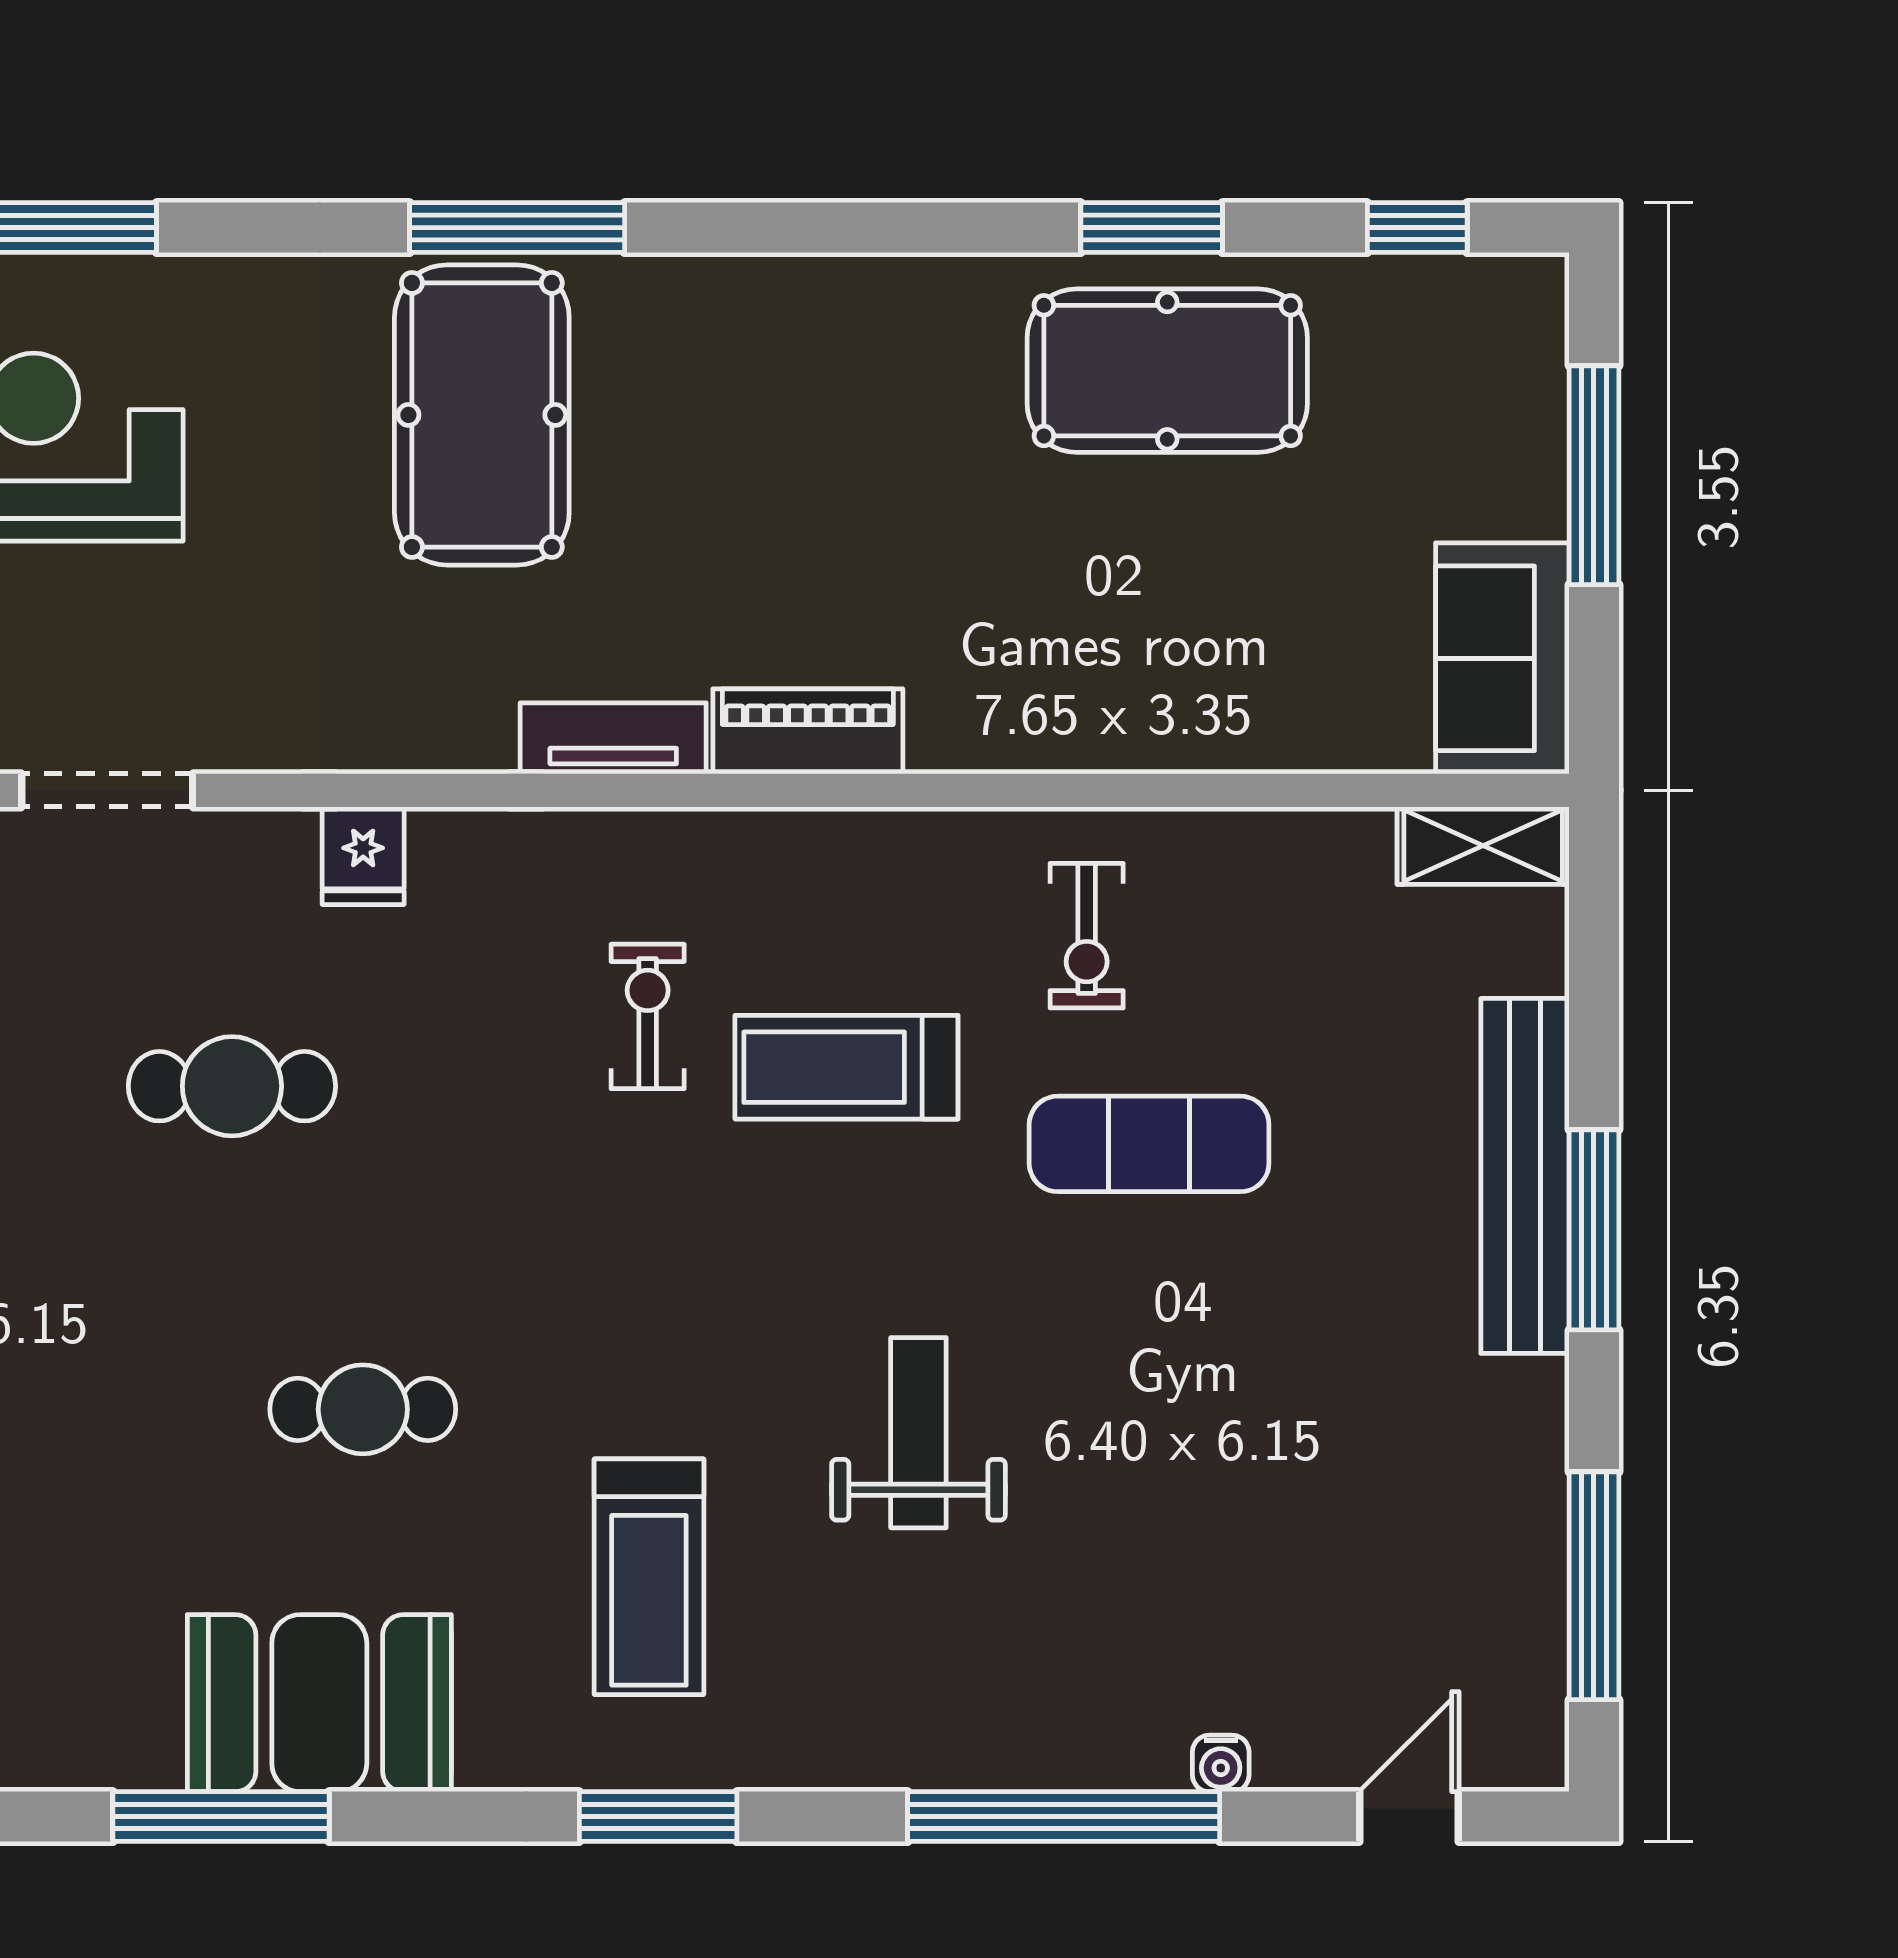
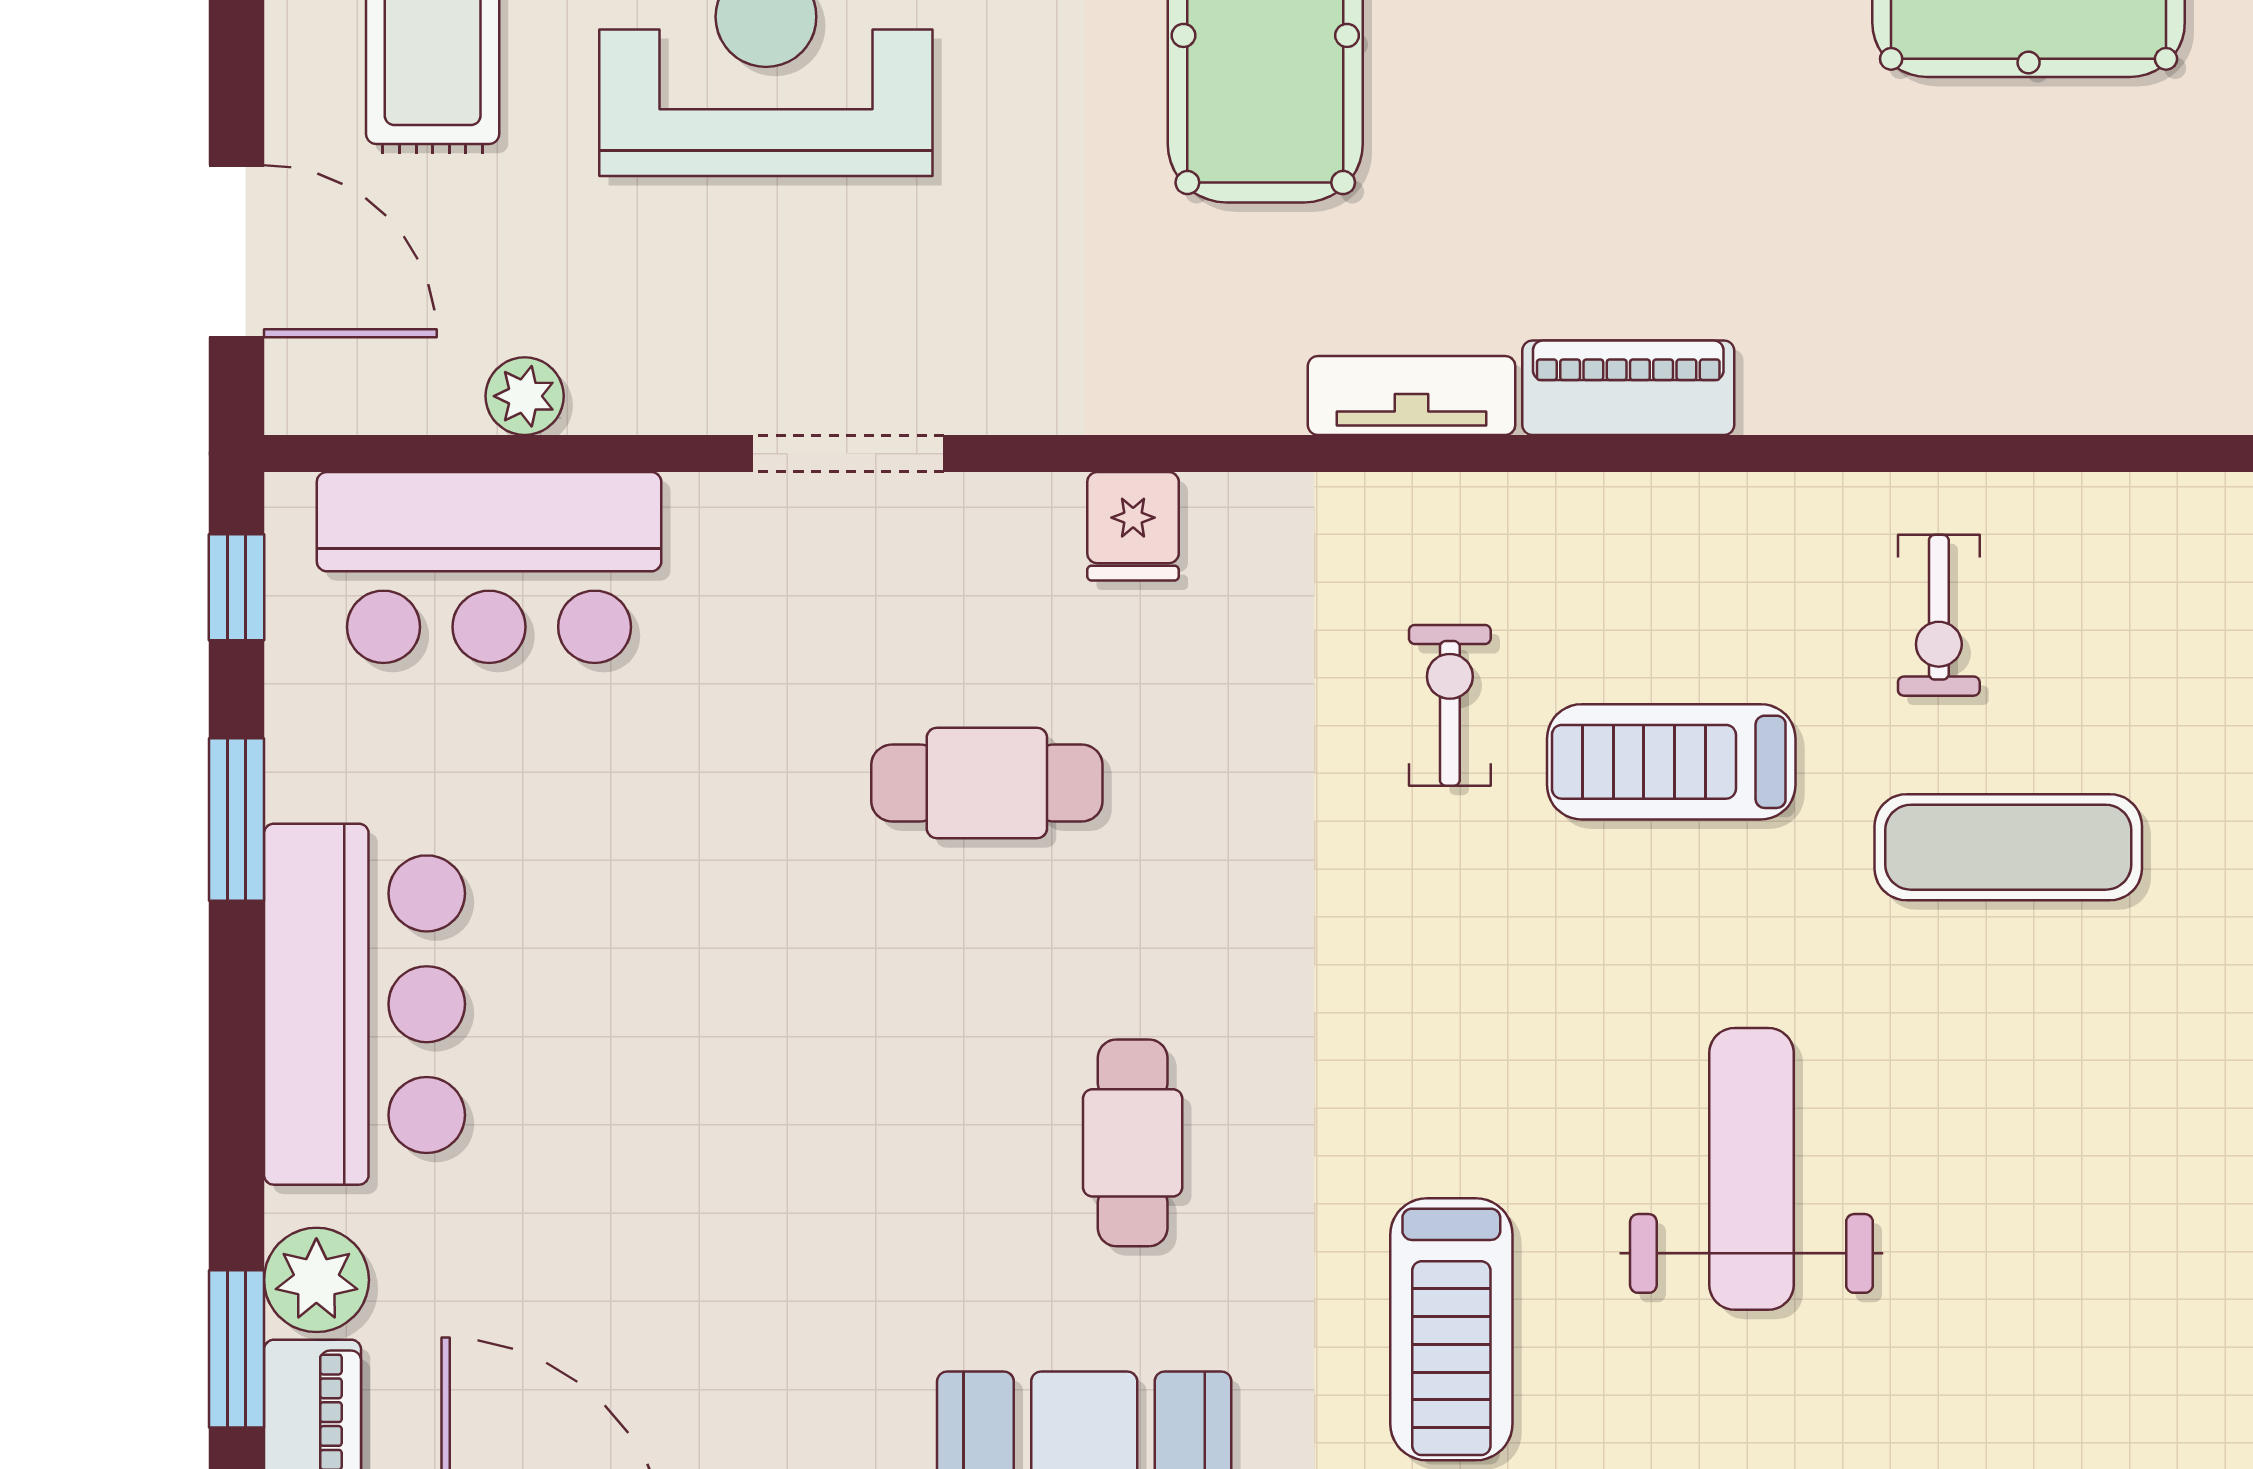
cafe table: (363, 1409) -> (1133, 1143), turned 90
weight bench: (918, 1433) -> (1751, 1169), width x1.36, depth x1.33

